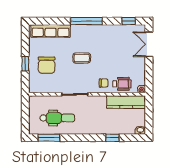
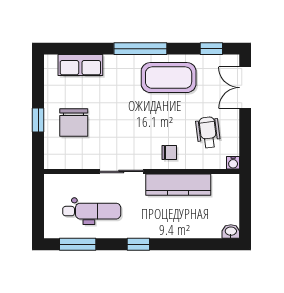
row of seats: (51, 31) -> (80, 65), width x0.68
coffee table: (82, 58) -> (169, 78), moved, width x1.86, depth x1.72
wheelchair: (122, 84) -> (208, 132), moved, turned -97
kitchen counter: (126, 102) -> (178, 185), moved
window: (112, 138) -> (138, 244), moved

